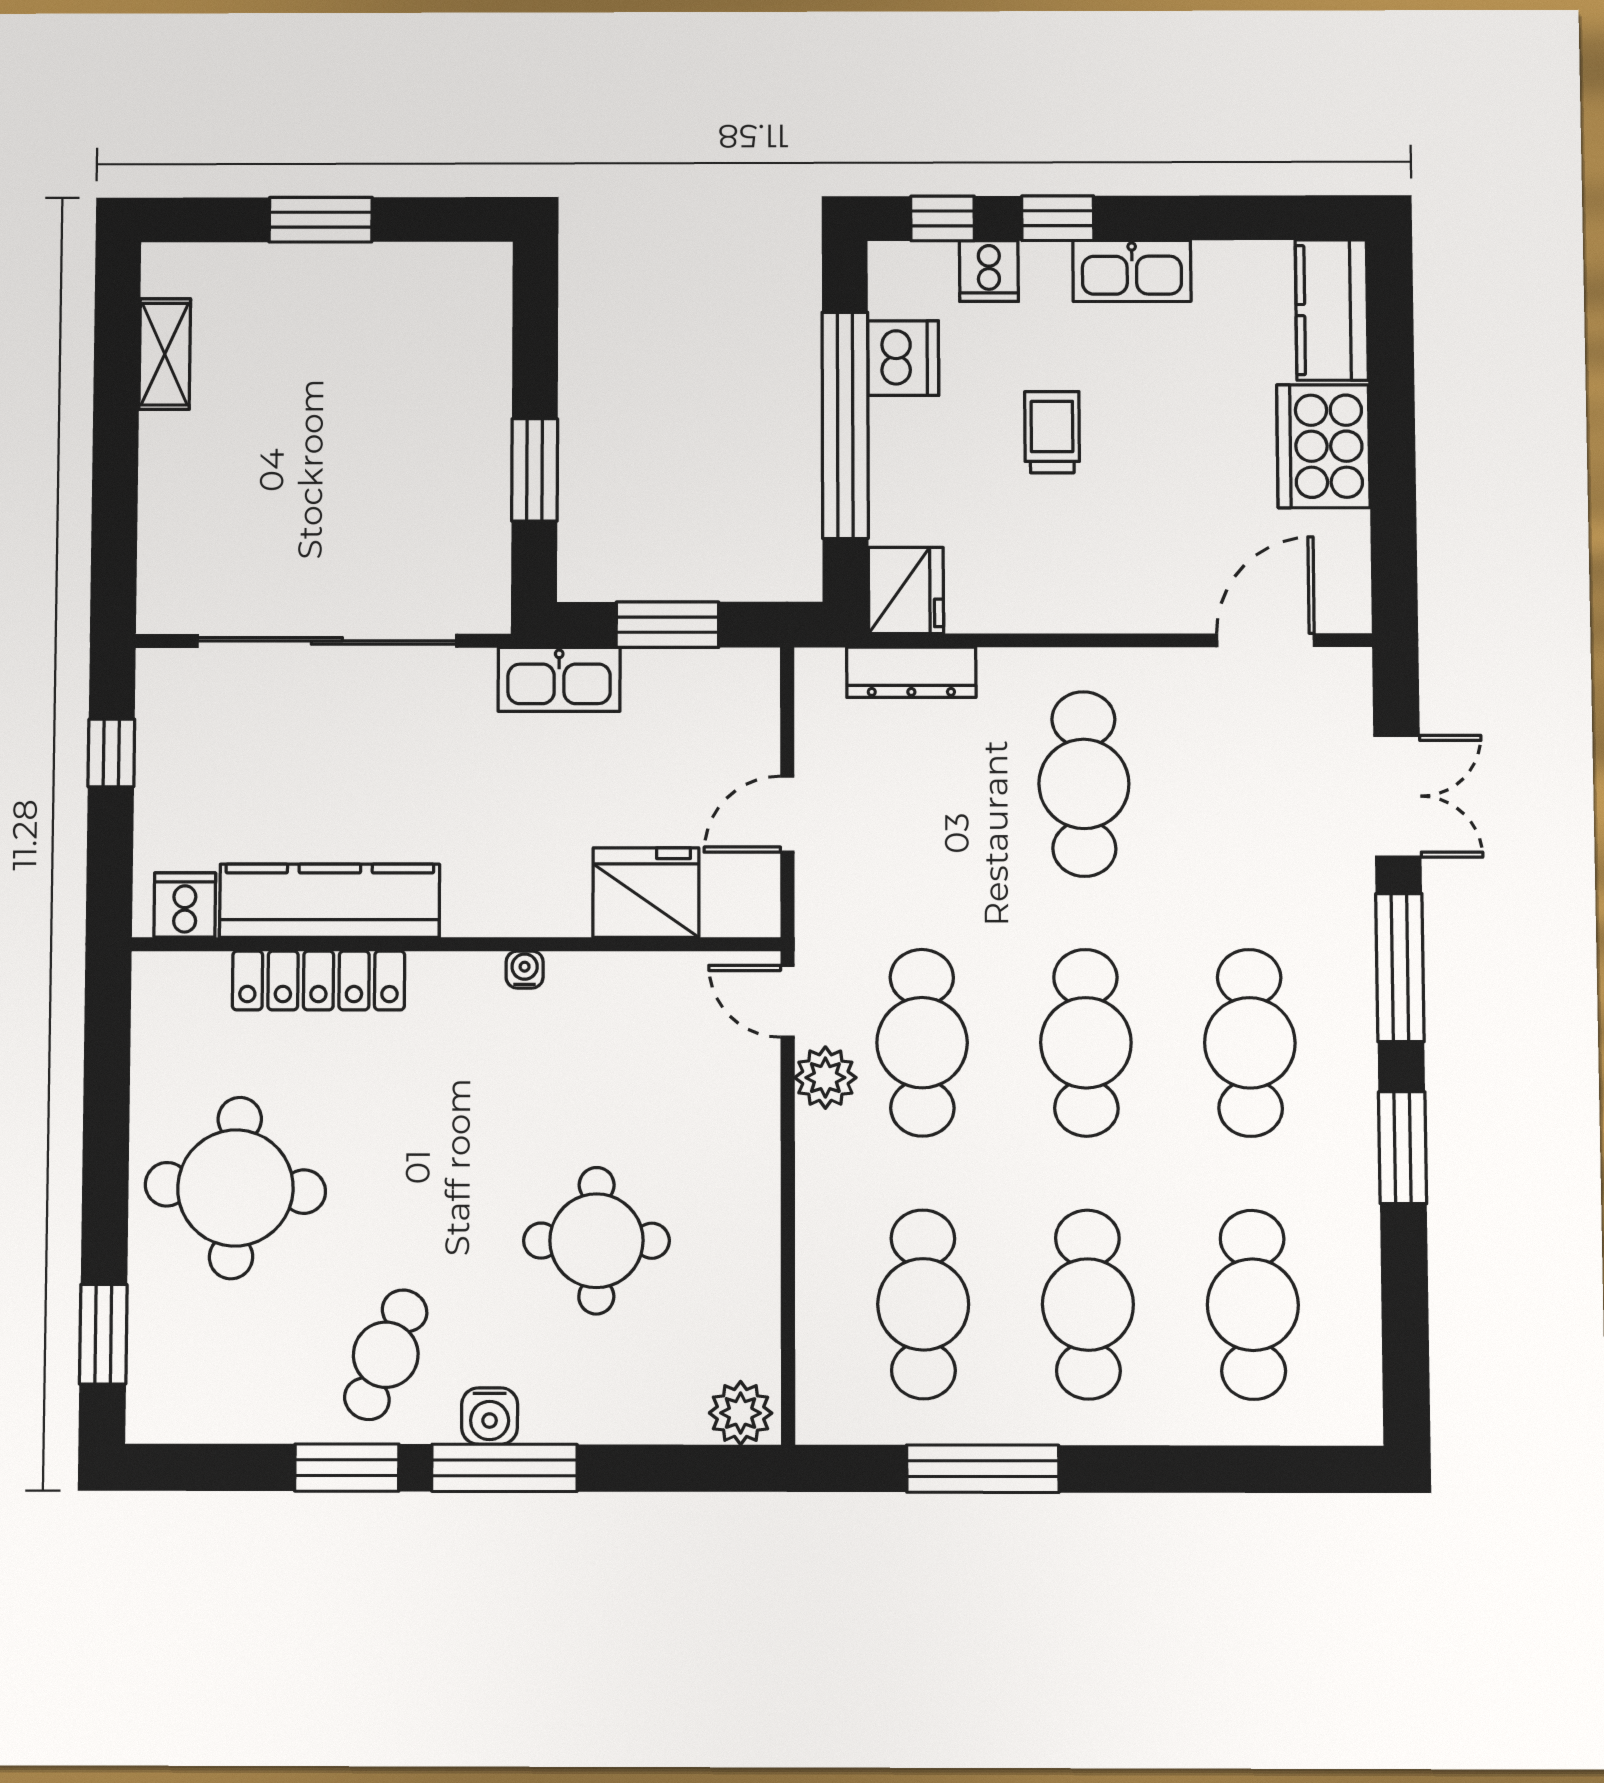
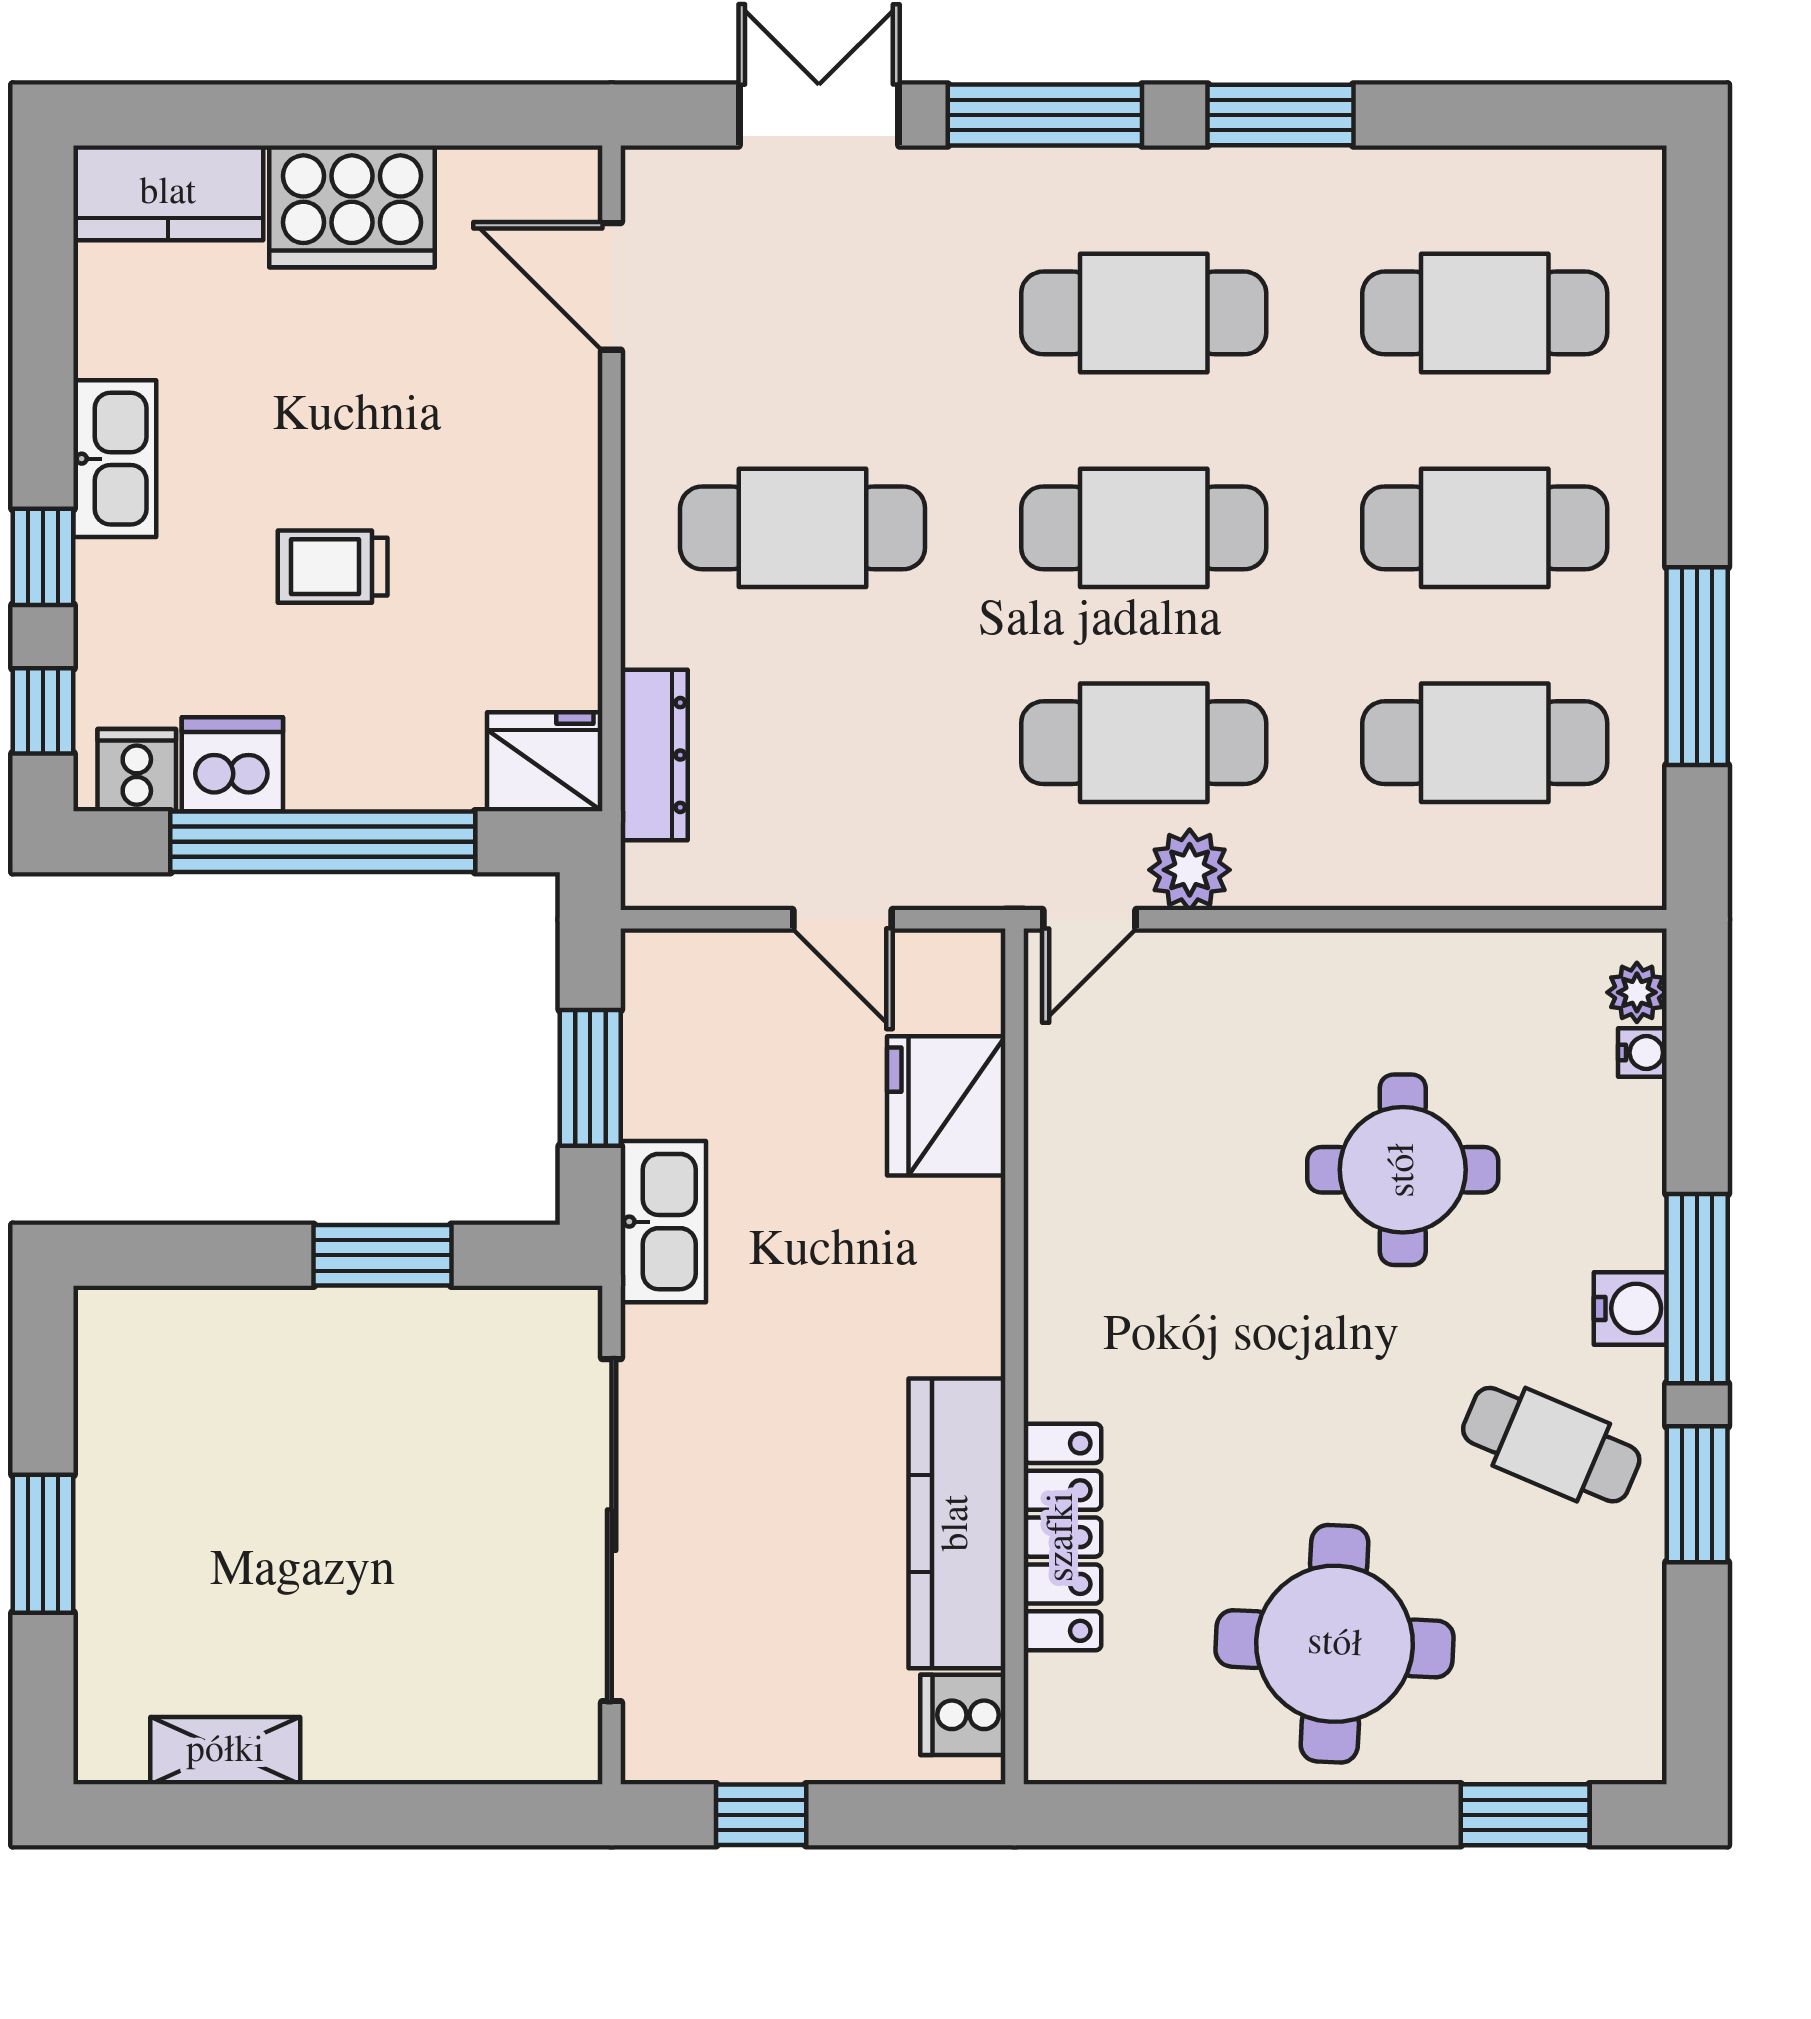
cooker: (989, 271) -> (137, 770), moved, turned -90
water cooler: (525, 970) -> (1642, 1053), moved, turned 180
plant: (741, 1413) -> (1637, 992), width x0.73, depth x0.73

